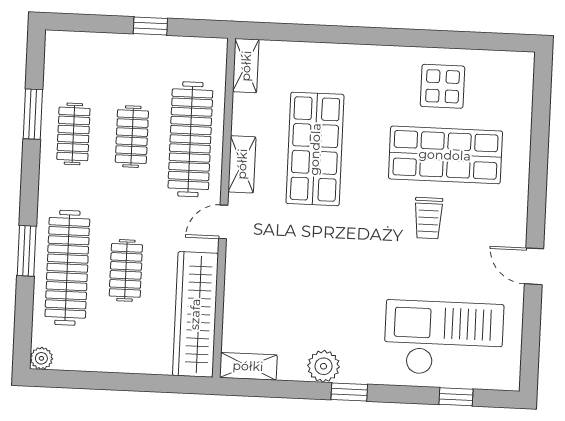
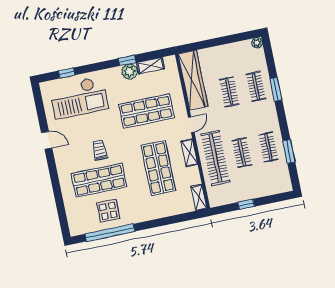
window: (451, 40) -> (110, 233), added
clothes rail: (67, 268) -> (256, 86), width x0.54, depth x0.76
shop shelf: (309, 275) -> (146, 111), added
shelving: (248, 366) -> (151, 66), moved
window: (349, 392) -> (127, 60), moved

